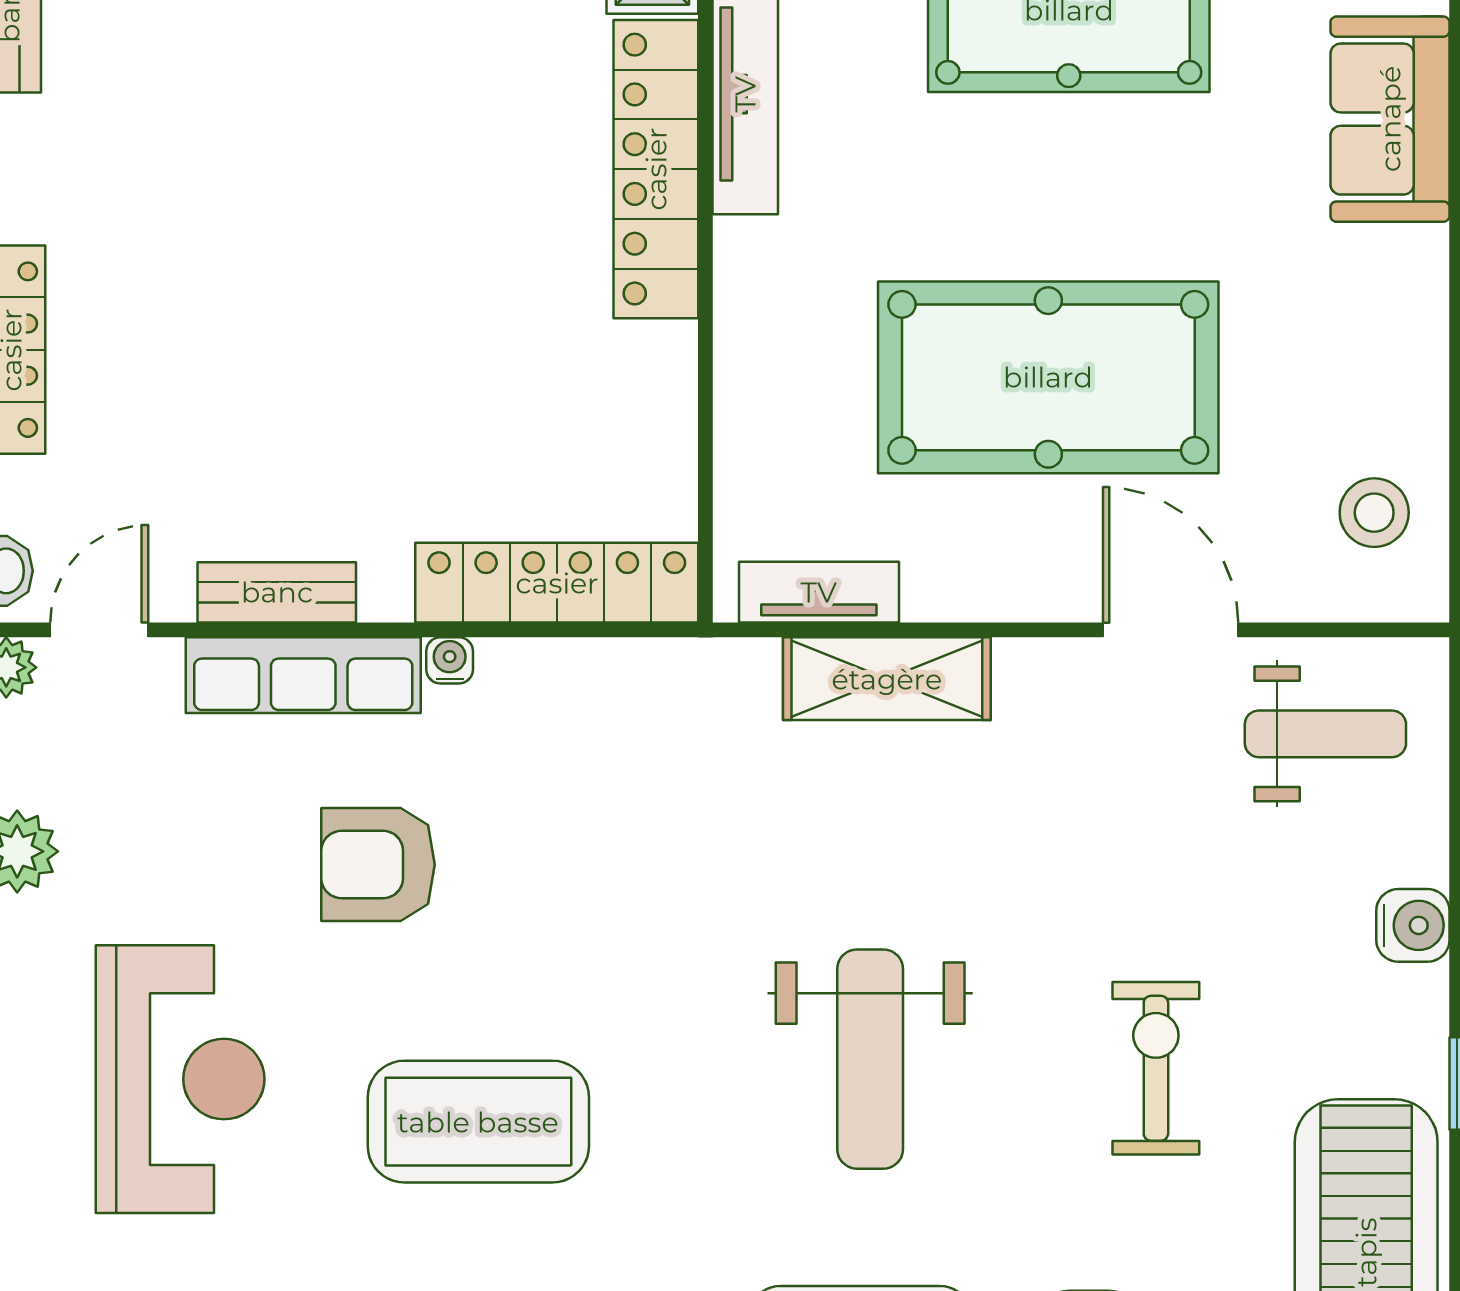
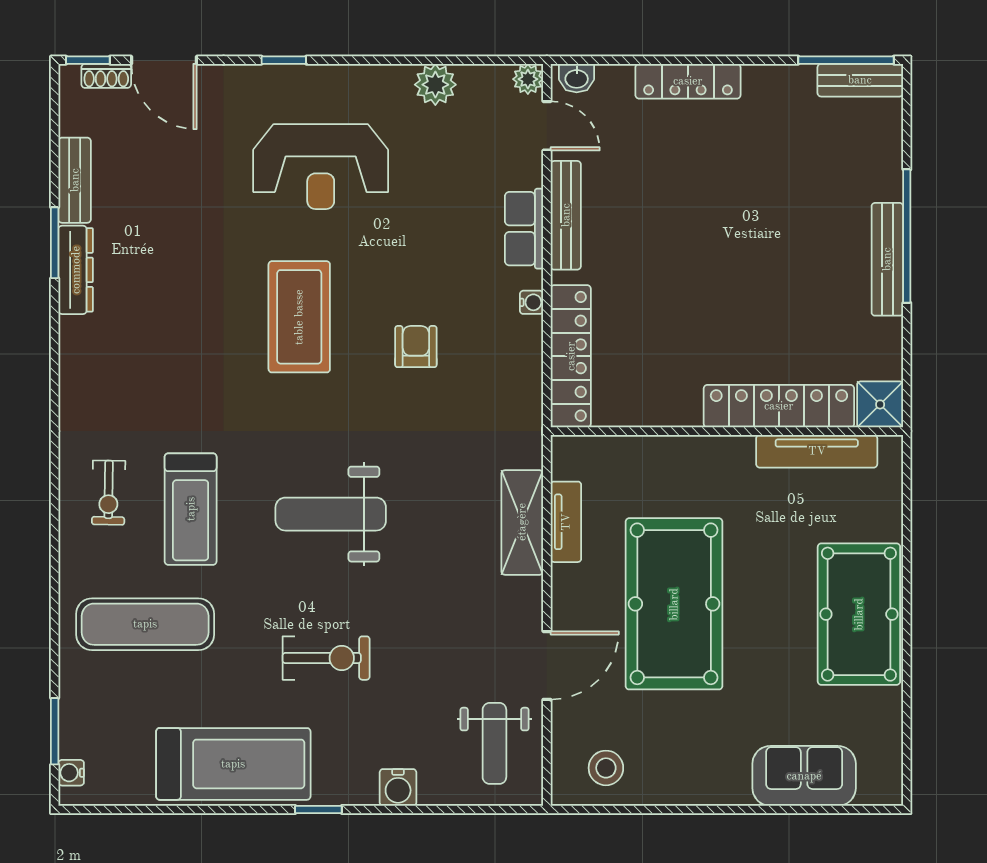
bench: (277, 592) -> (566, 215), width x1.36
tv unit: (819, 592) -> (566, 522), moved
row of seats: (303, 675) -> (524, 229), width x0.68
armchair: (378, 865) -> (416, 347), moved, width x0.72, depth x0.72

